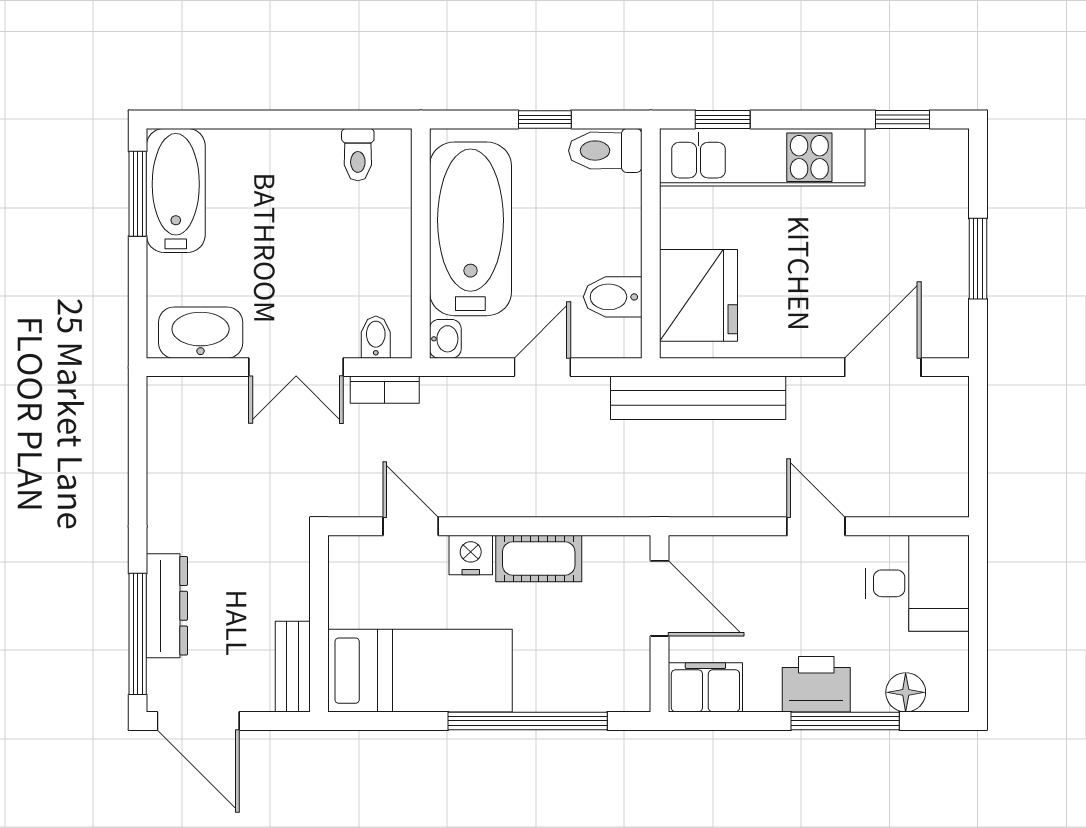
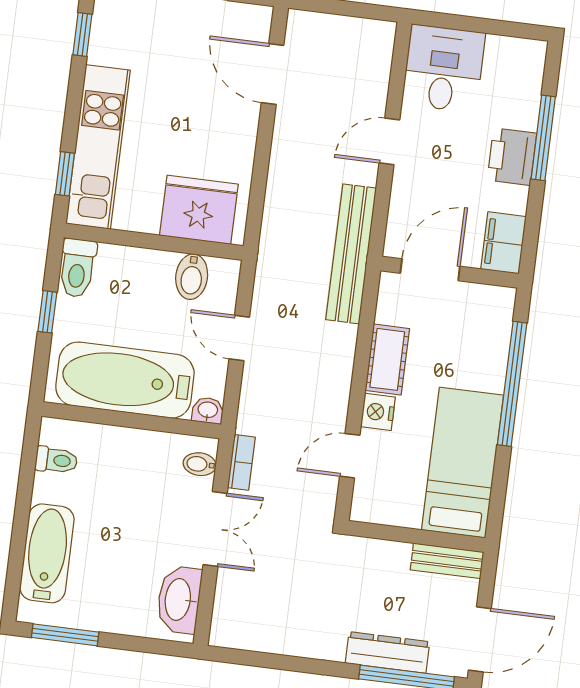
bathtub: (176, 190) -> (47, 553), moved, turned 90
bench: (698, 398) -> (351, 254), moved
floor lamp: (906, 692) -> (527, 88), removed

